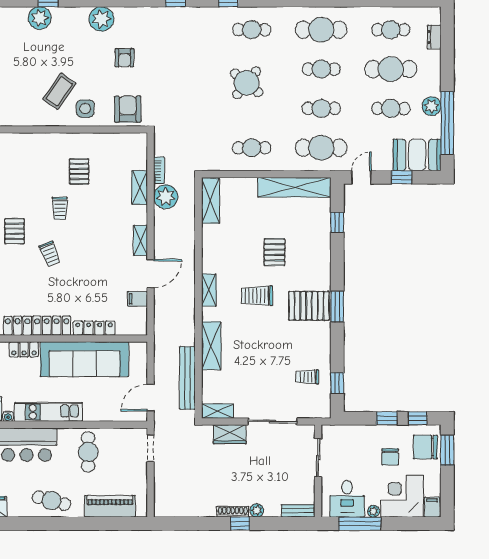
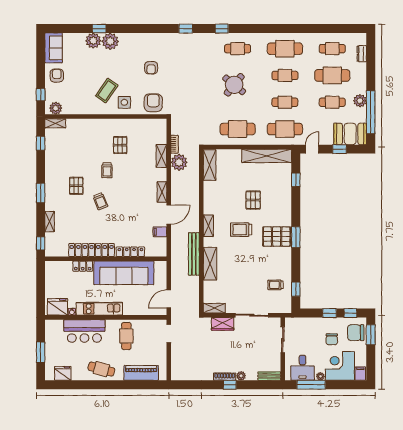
plant: (101, 19) -> (110, 41), moved
cafe table: (252, 148) -> (238, 129), width x1.37, depth x1.35
bench: (187, 378) -> (194, 254), moved

